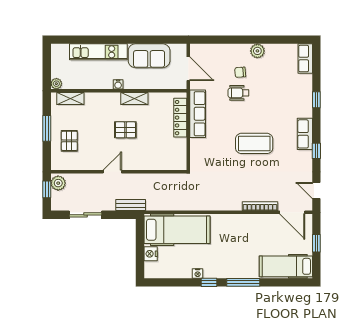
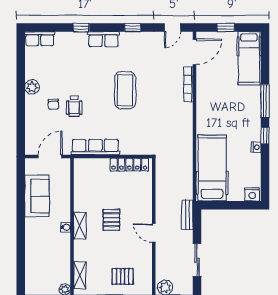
kitchen unit: (98, 52) -> (33, 247), removed
shelving: (134, 98) -> (80, 226), moved
locker: (180, 118) -> (129, 165), moved
row of seats: (305, 134) -> (104, 39), moved
nightstand: (151, 254) -> (252, 194), moved

